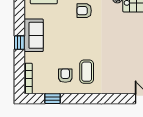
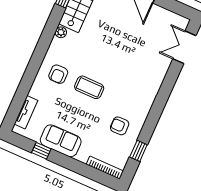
window: (19, 43) -> (41, 151), moved
coffee table: (87, 72) -> (89, 87), moved

